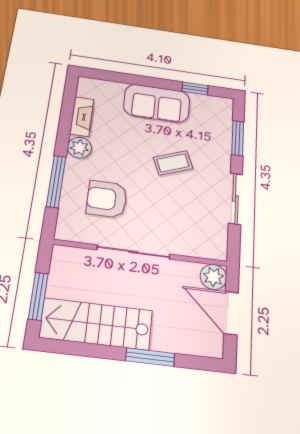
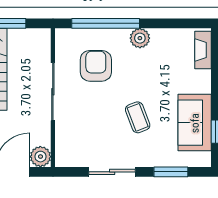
sofa: (157, 103) -> (195, 123), moved
fireplace: (82, 117) -> (203, 50), moved, turned 90
window: (56, 181) -> (106, 23), width x1.46

